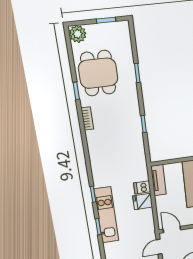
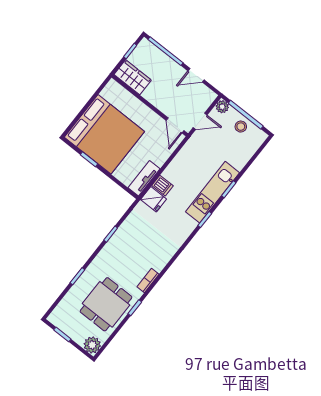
fridge: (143, 201) -> (153, 199), moved

